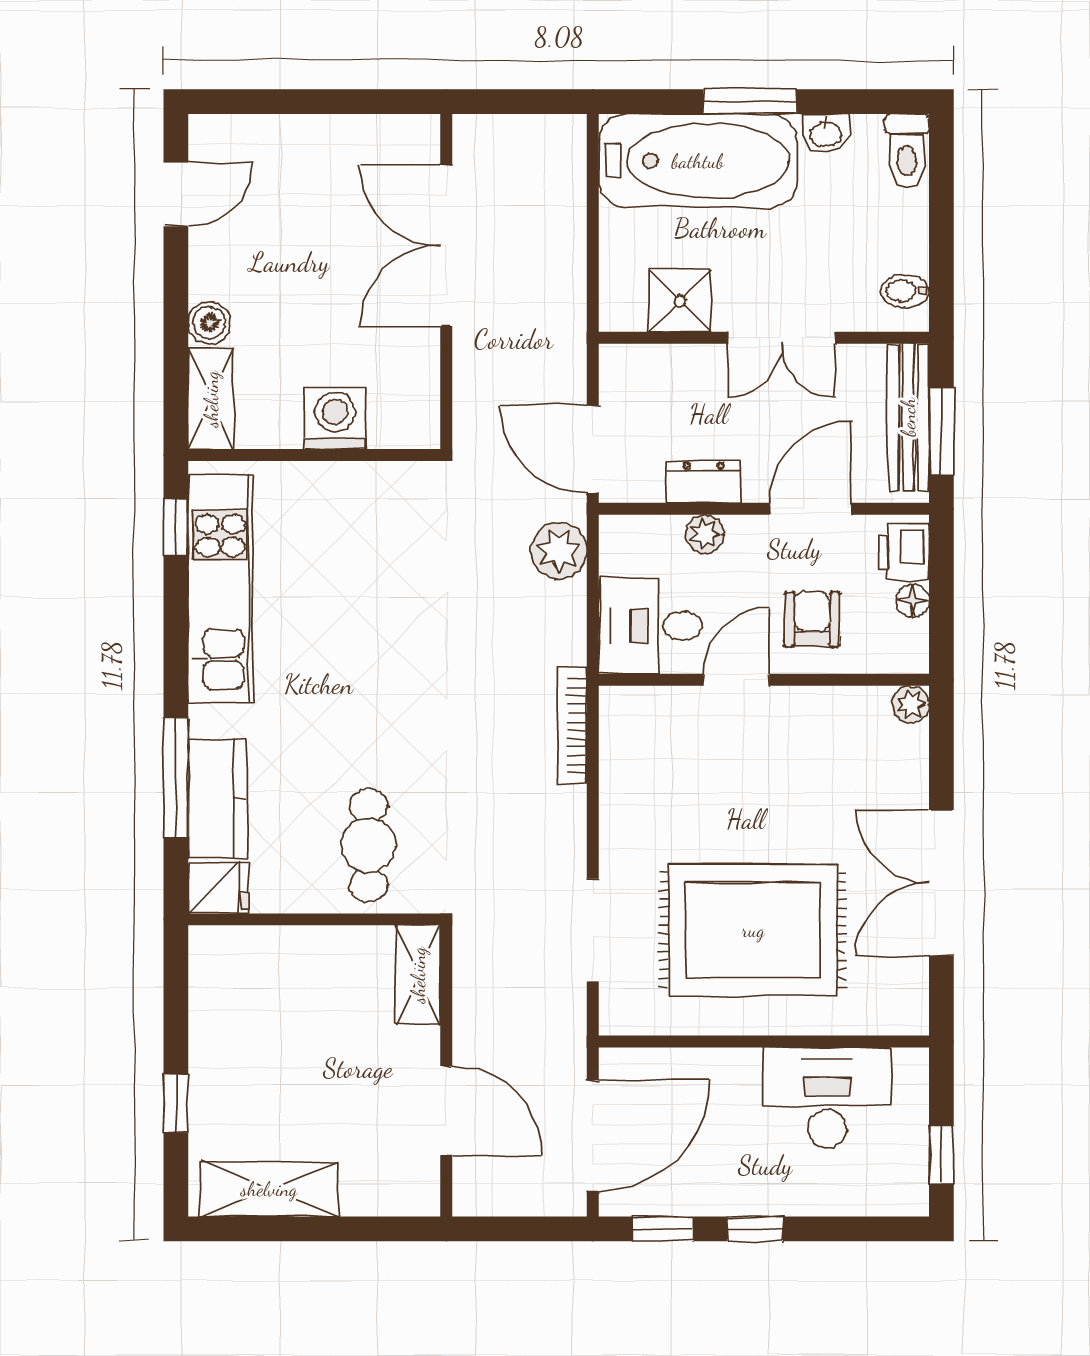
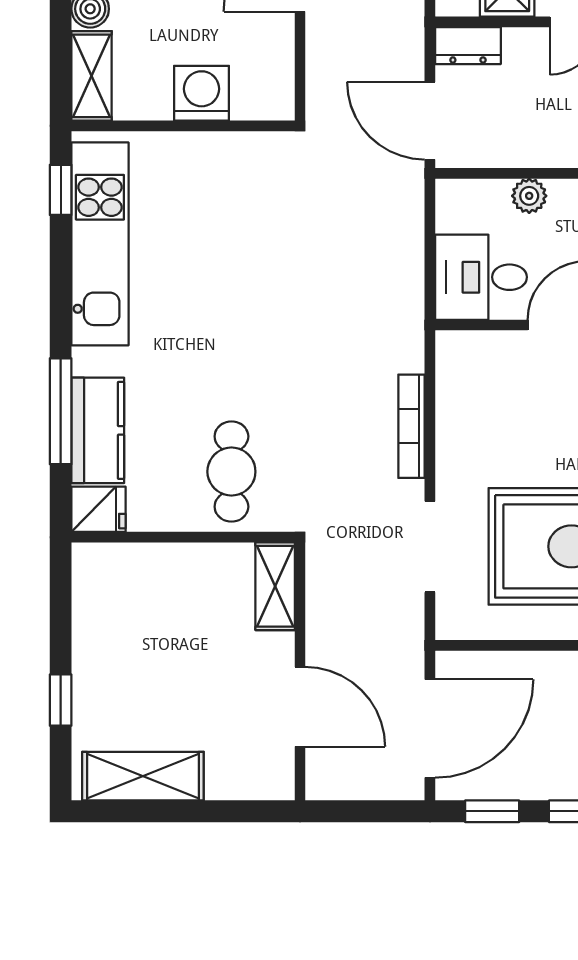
dresser: (704, 482) -> (468, 46), moved, turned 180
plant: (559, 551) -> (400, 211), removed
bookcase: (572, 726) -> (412, 426), moved

